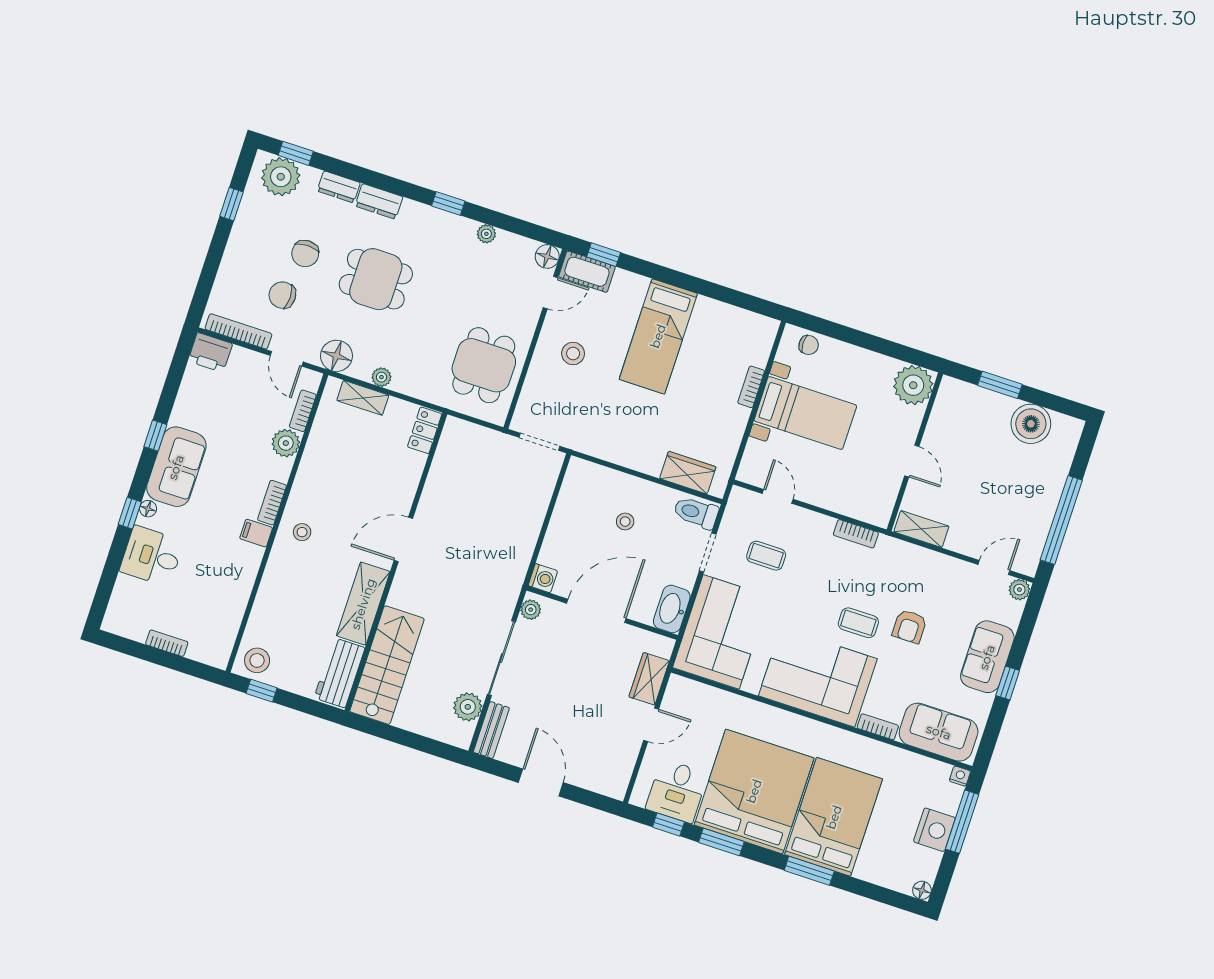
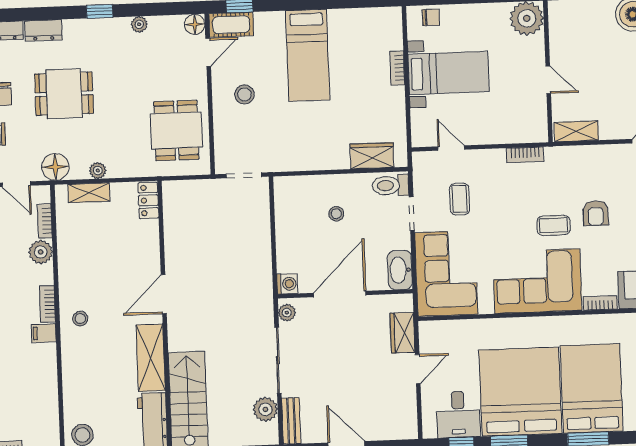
coffee table: (766, 556) -> (460, 199), turned 90

